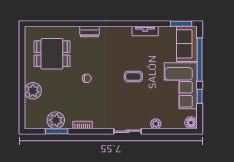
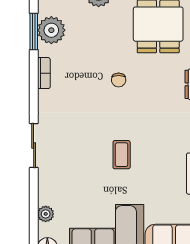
plant: (156, 124) -> (46, 214), moved

